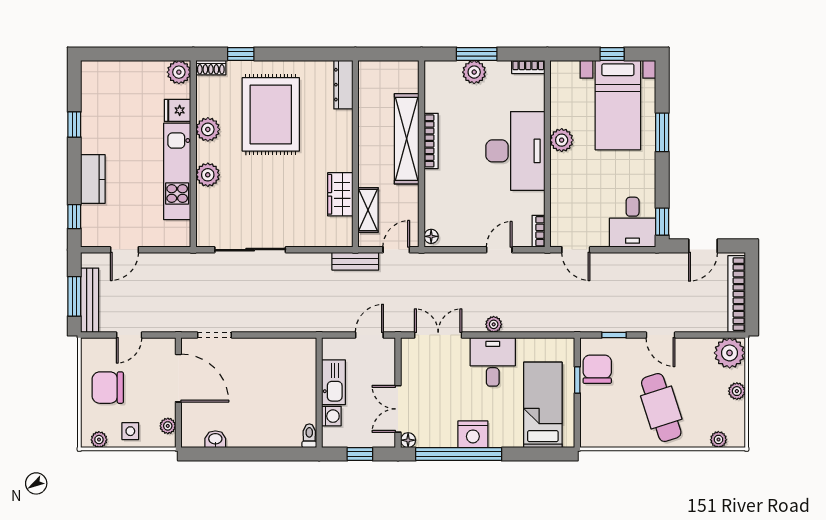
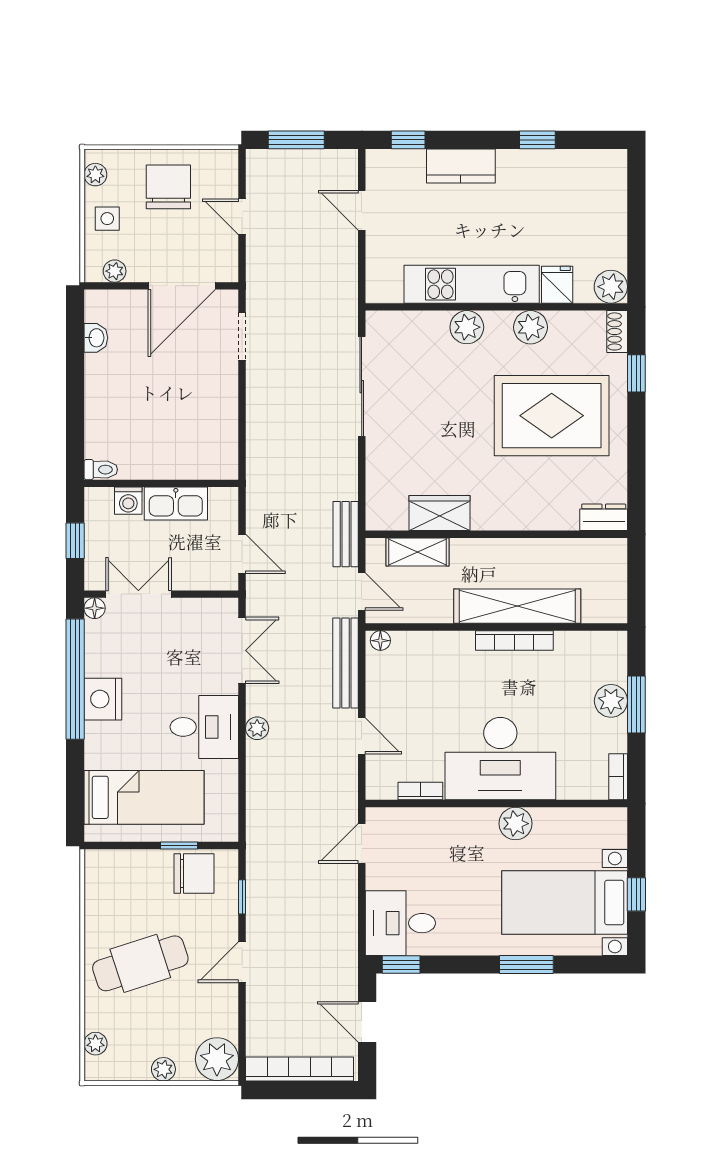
dresser: (343, 85) -> (604, 517), width x0.70
bookcase: (538, 231) -> (420, 791), moved
bench: (90, 300) -> (345, 663), moved, turned 90

